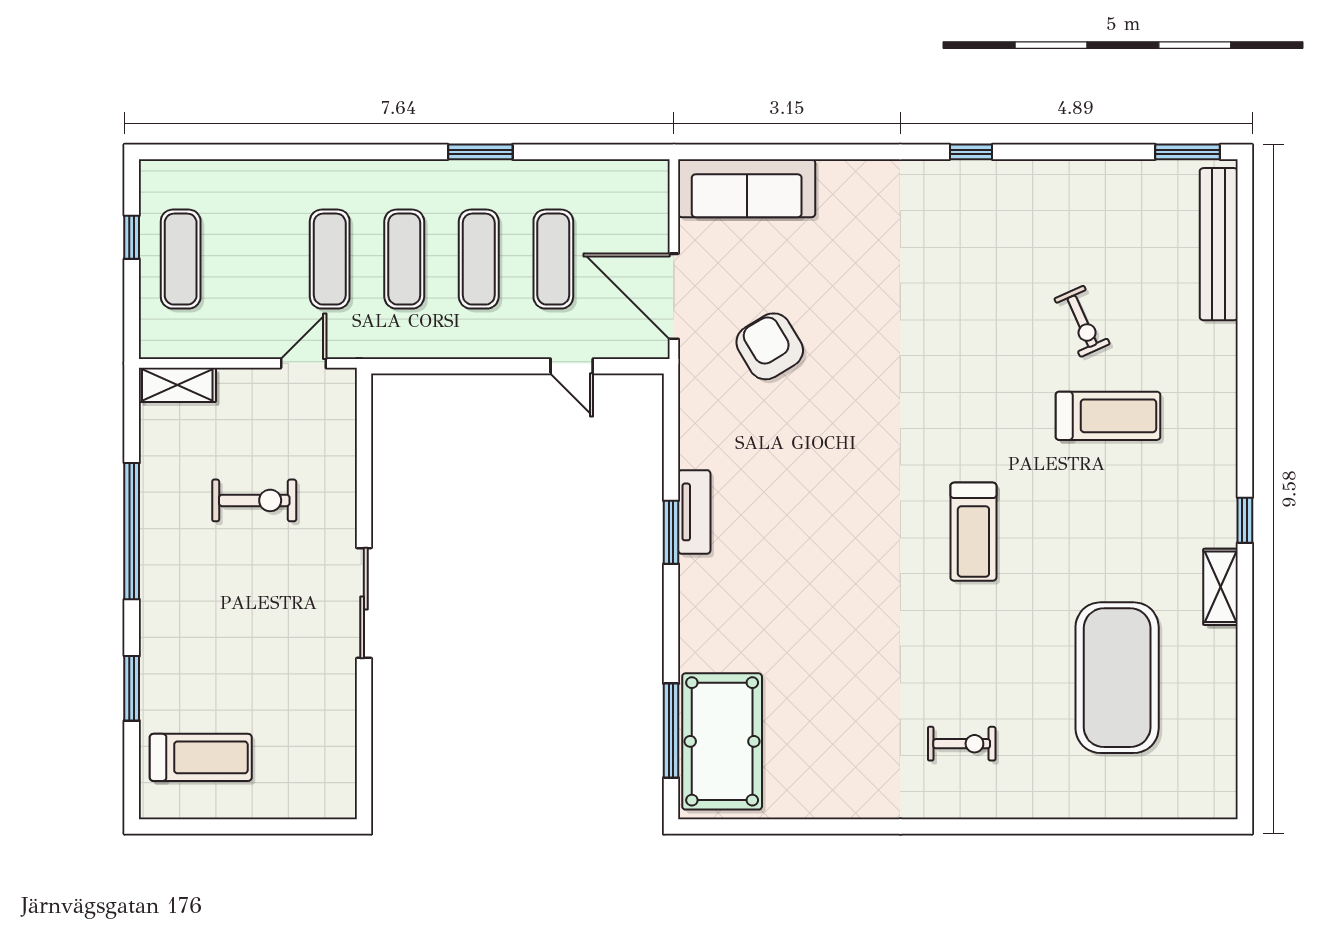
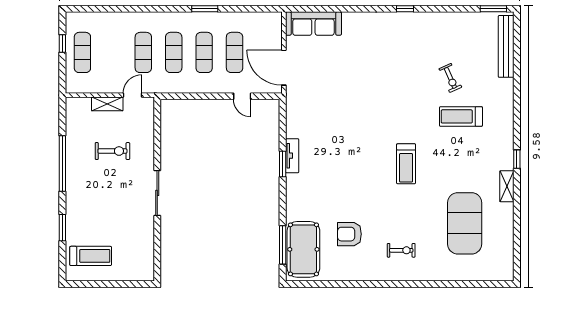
armchair: (770, 346) -> (349, 234), moved, turned -59
shelving: (177, 385) -> (107, 104), moved
treadmill: (1108, 416) -> (461, 116), turned 180

